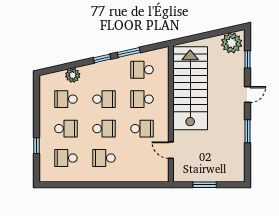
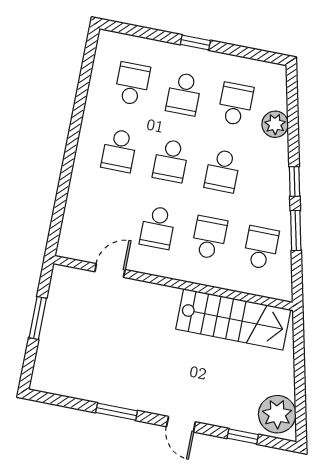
stairs: (190, 88) -> (233, 319), width x0.73, depth x0.66
window: (36, 146) -> (195, 42), moved
school desk: (104, 158) -> (119, 151), turned 180

